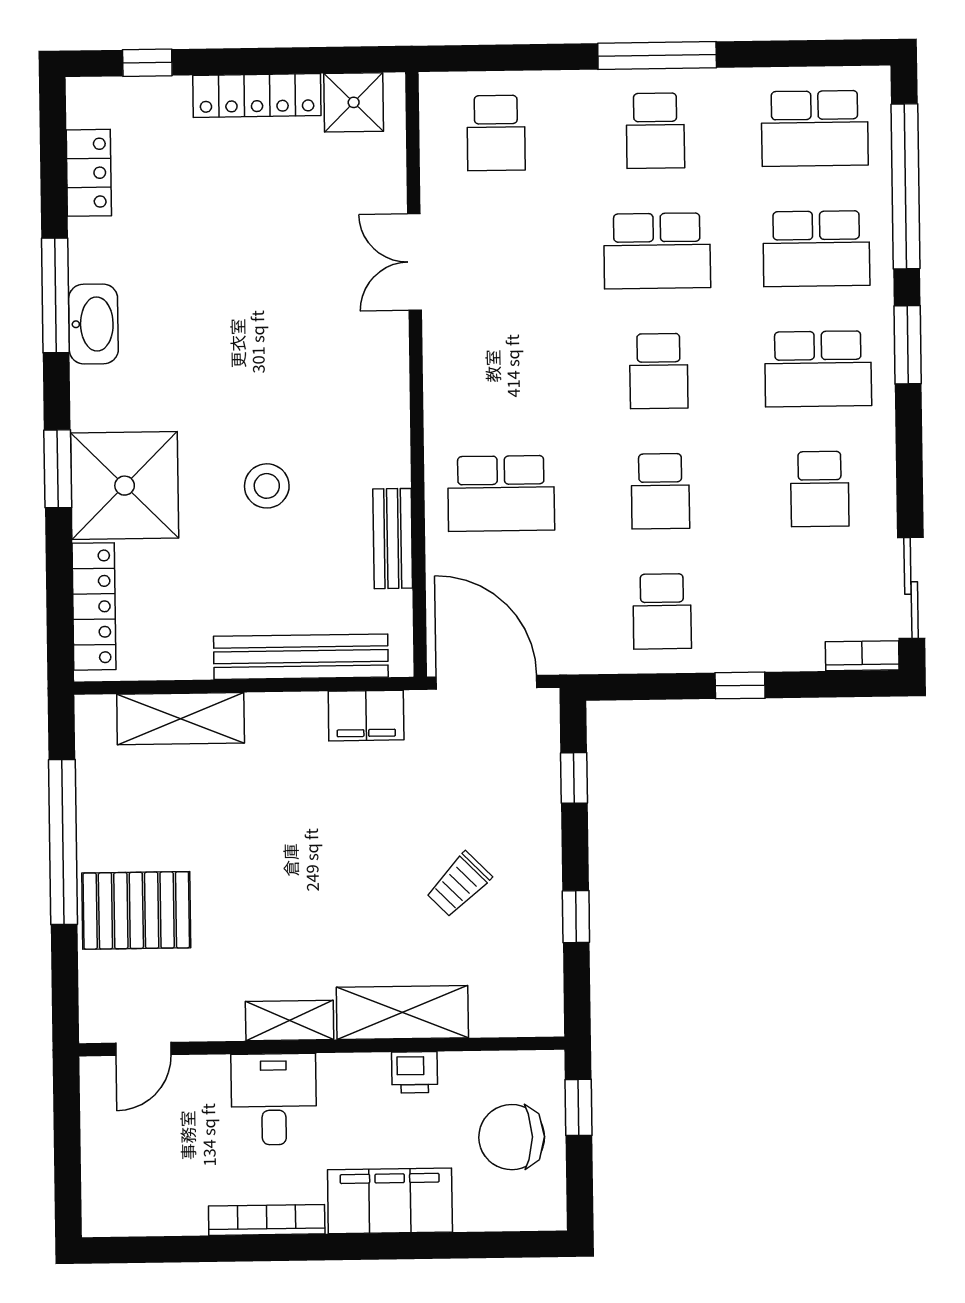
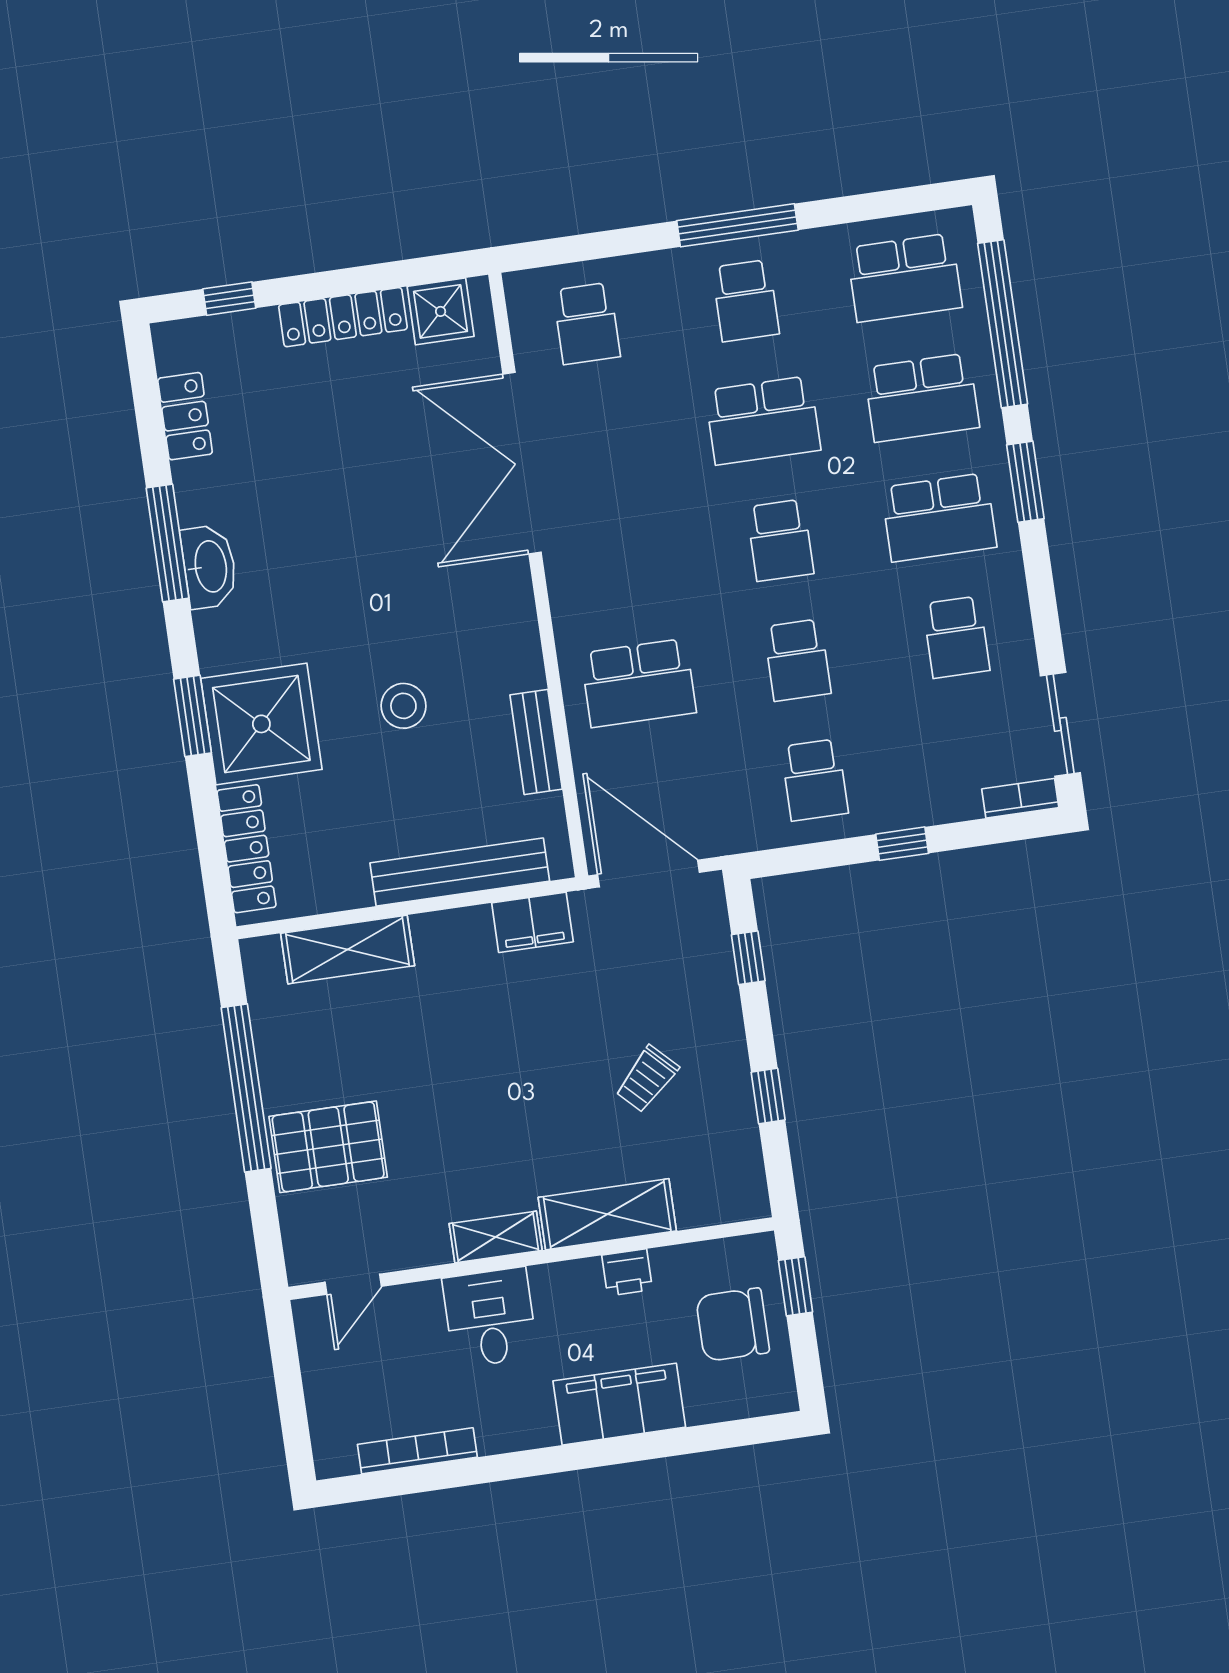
double door: (415, 262) -> (522, 463), width x1.87
bookcase: (267, 1220) -> (417, 1451), moved

